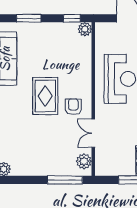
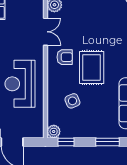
side table: (65, 61) -> (72, 101), added
armchair: (73, 107) -> (65, 57), turned -90

